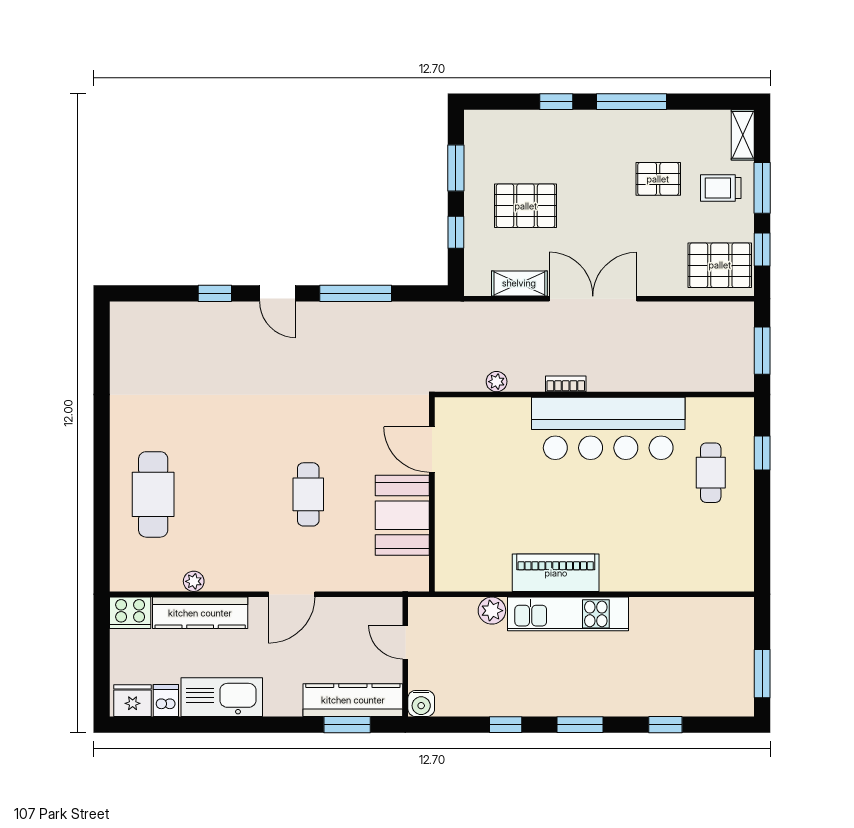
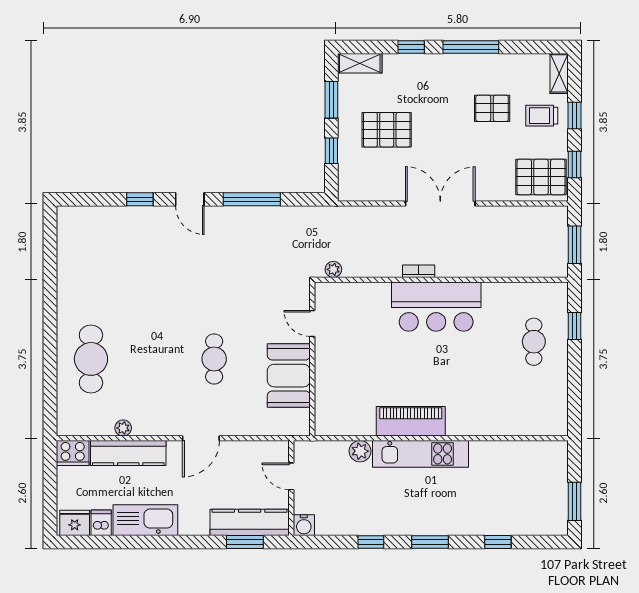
window: (762, 188) -> (575, 116), width x0.67
shelving: (519, 283) -> (360, 63), moved
plant: (497, 382) -> (333, 269), moved
bar counter: (608, 428) -> (436, 307), width x0.73
door: (432, 450) -> (312, 323), width x0.73

